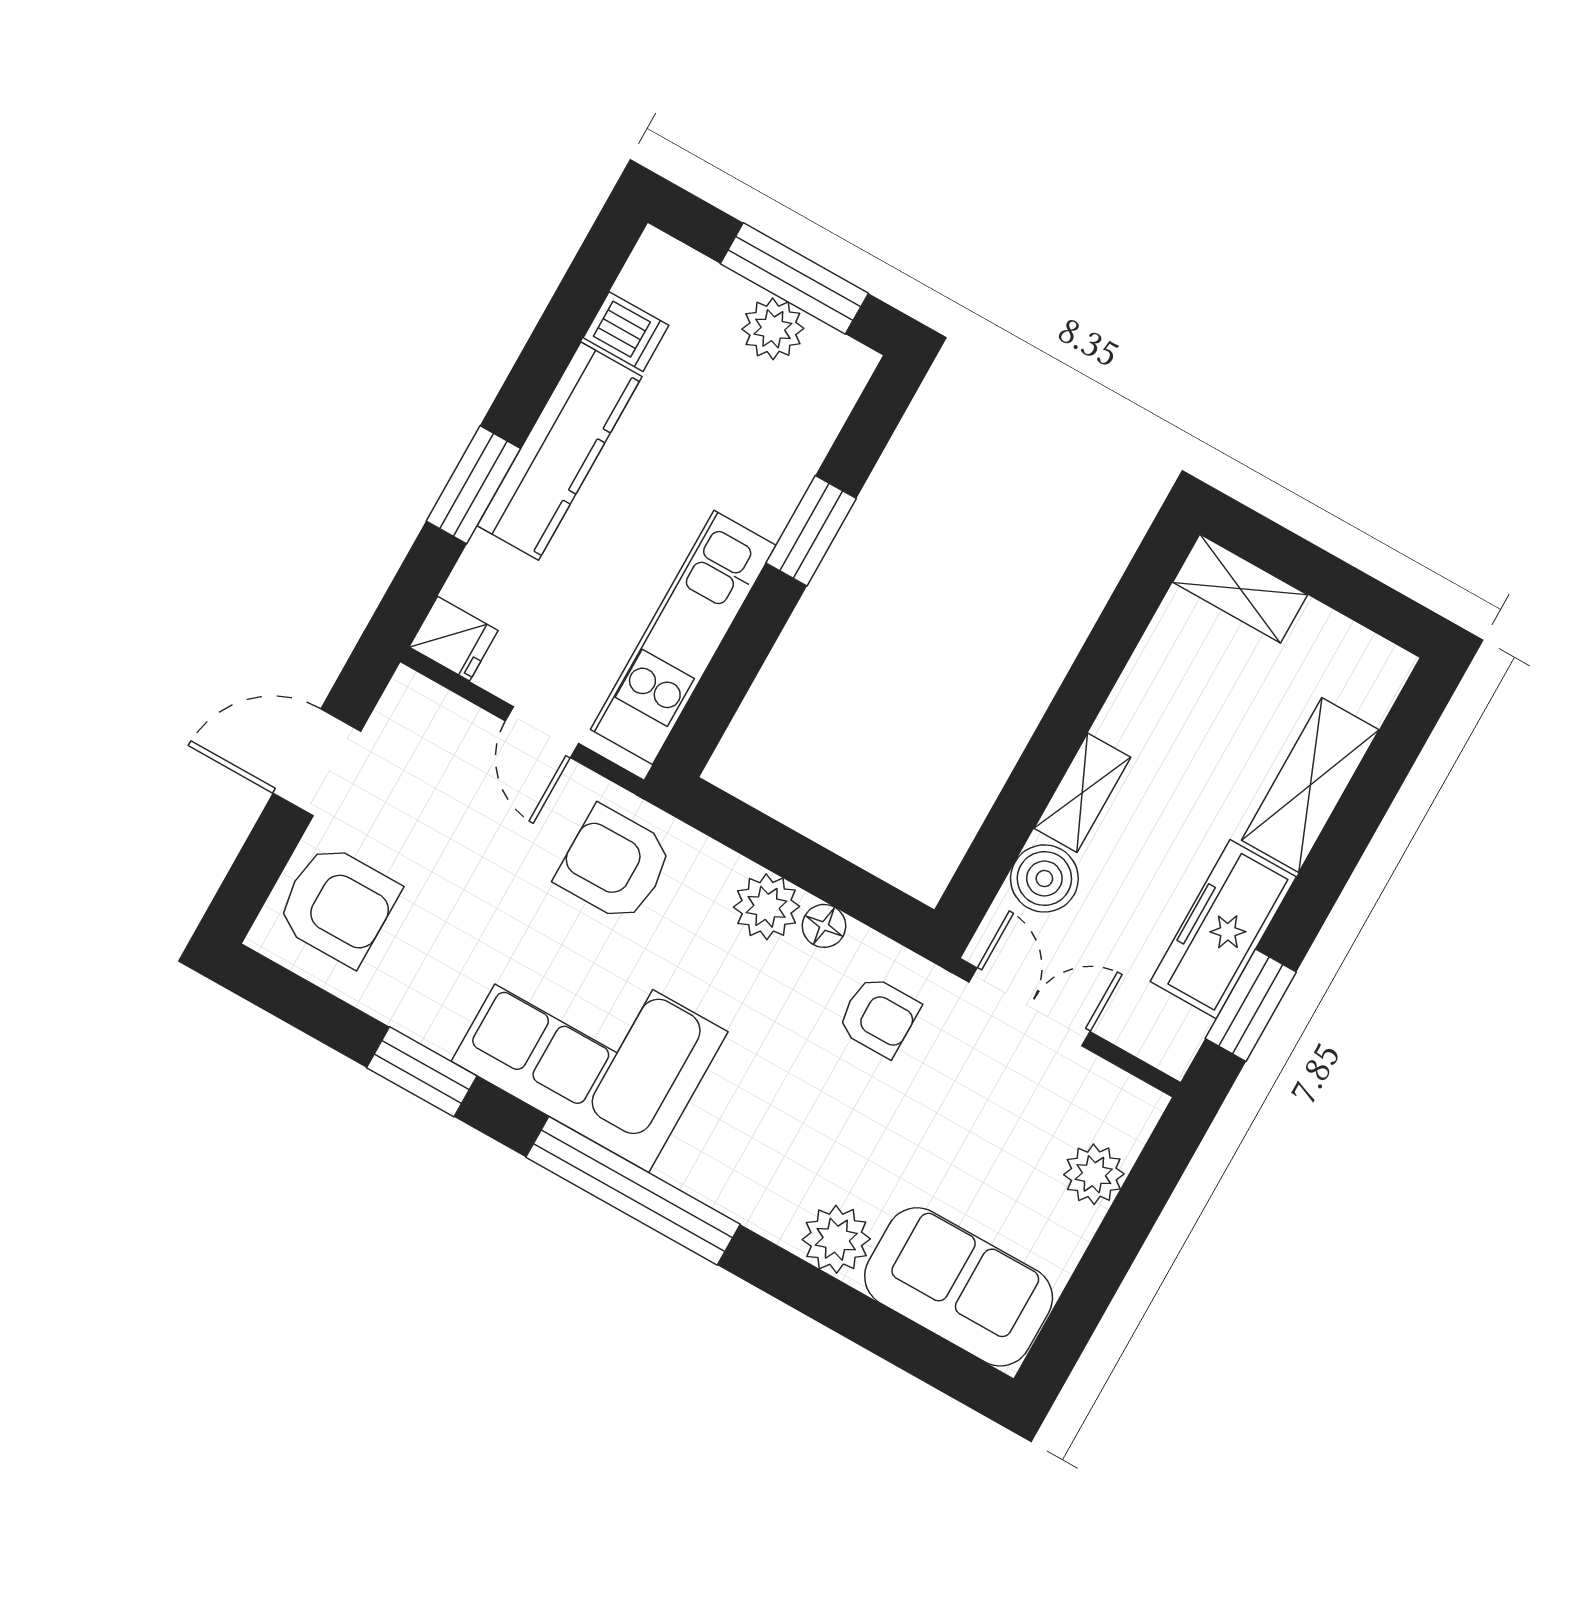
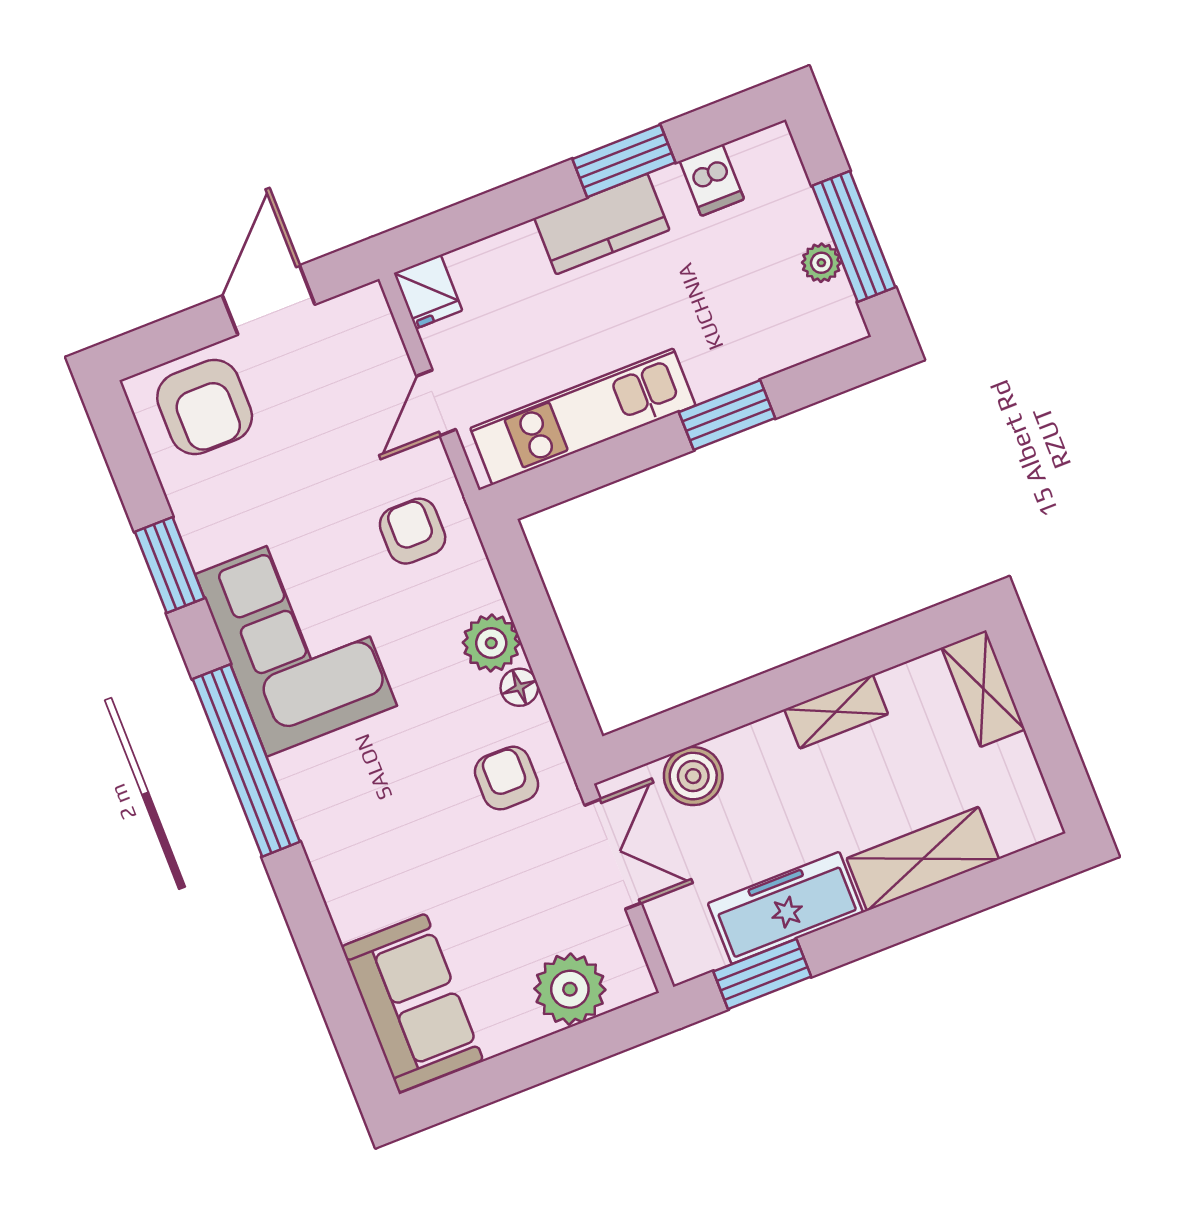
plant: (773, 329) -> (821, 263), width x0.73, depth x0.73
kitchen counter: (560, 451) -> (602, 224), width x0.67
window: (473, 485) -> (624, 161), moved
door: (317, 762) -> (269, 300), hinge flipped
shelving: (1082, 793) -> (836, 712), moved
armchair: (614, 864) -> (413, 531), width x0.72, depth x0.72
armchair: (879, 1017) -> (507, 778), turned 180
plant: (1094, 1174) -> (570, 989), width x1.36, depth x1.36
plant: (836, 1239) -> (356, 904), removed

